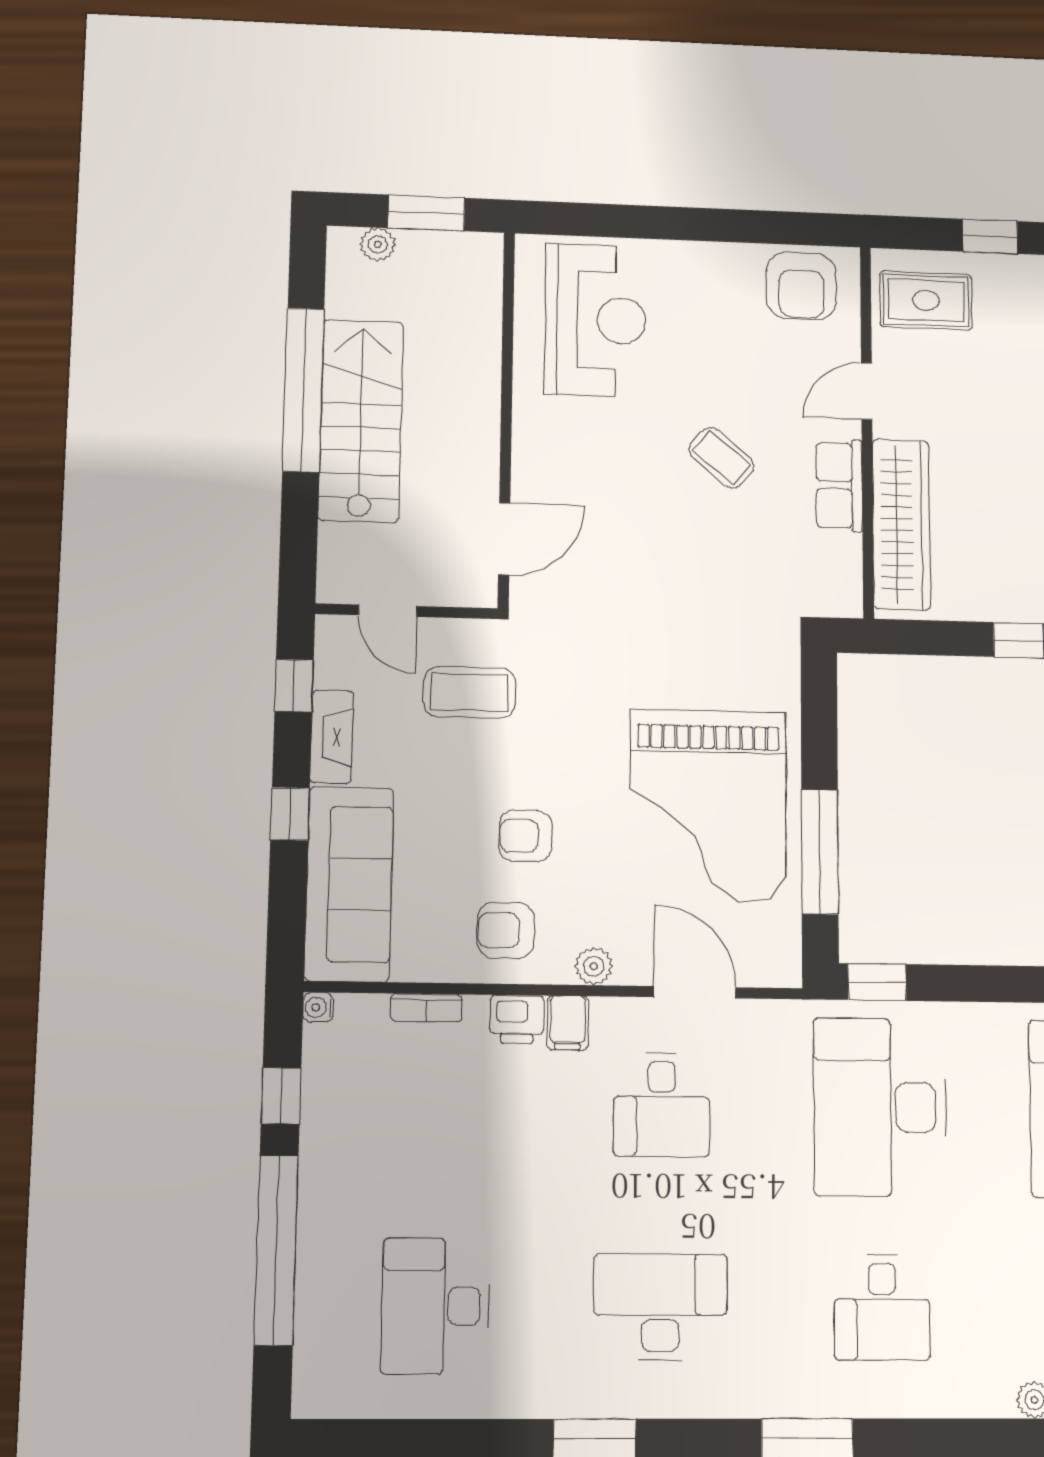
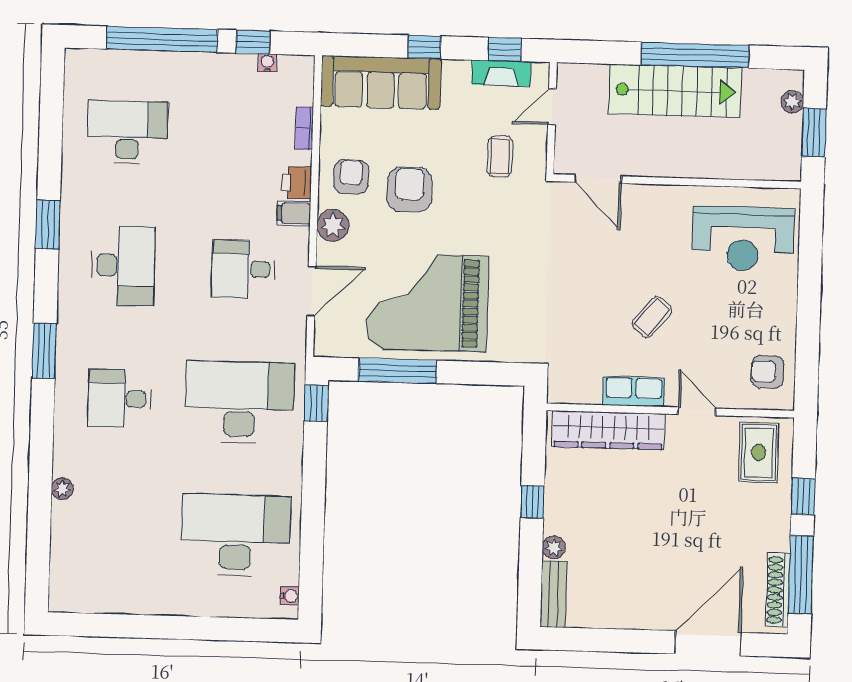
armchair: (801, 286) -> (768, 372), width x0.72, depth x0.72
coffee table: (469, 692) -> (500, 156), width x0.73, depth x0.77
fireplace: (332, 737) -> (501, 73), moved
armchair: (525, 836) -> (409, 189), width x1.38, depth x1.38
plant: (594, 966) -> (333, 225), width x1.38, depth x1.38
water cooler: (318, 1007) -> (267, 63), moved

